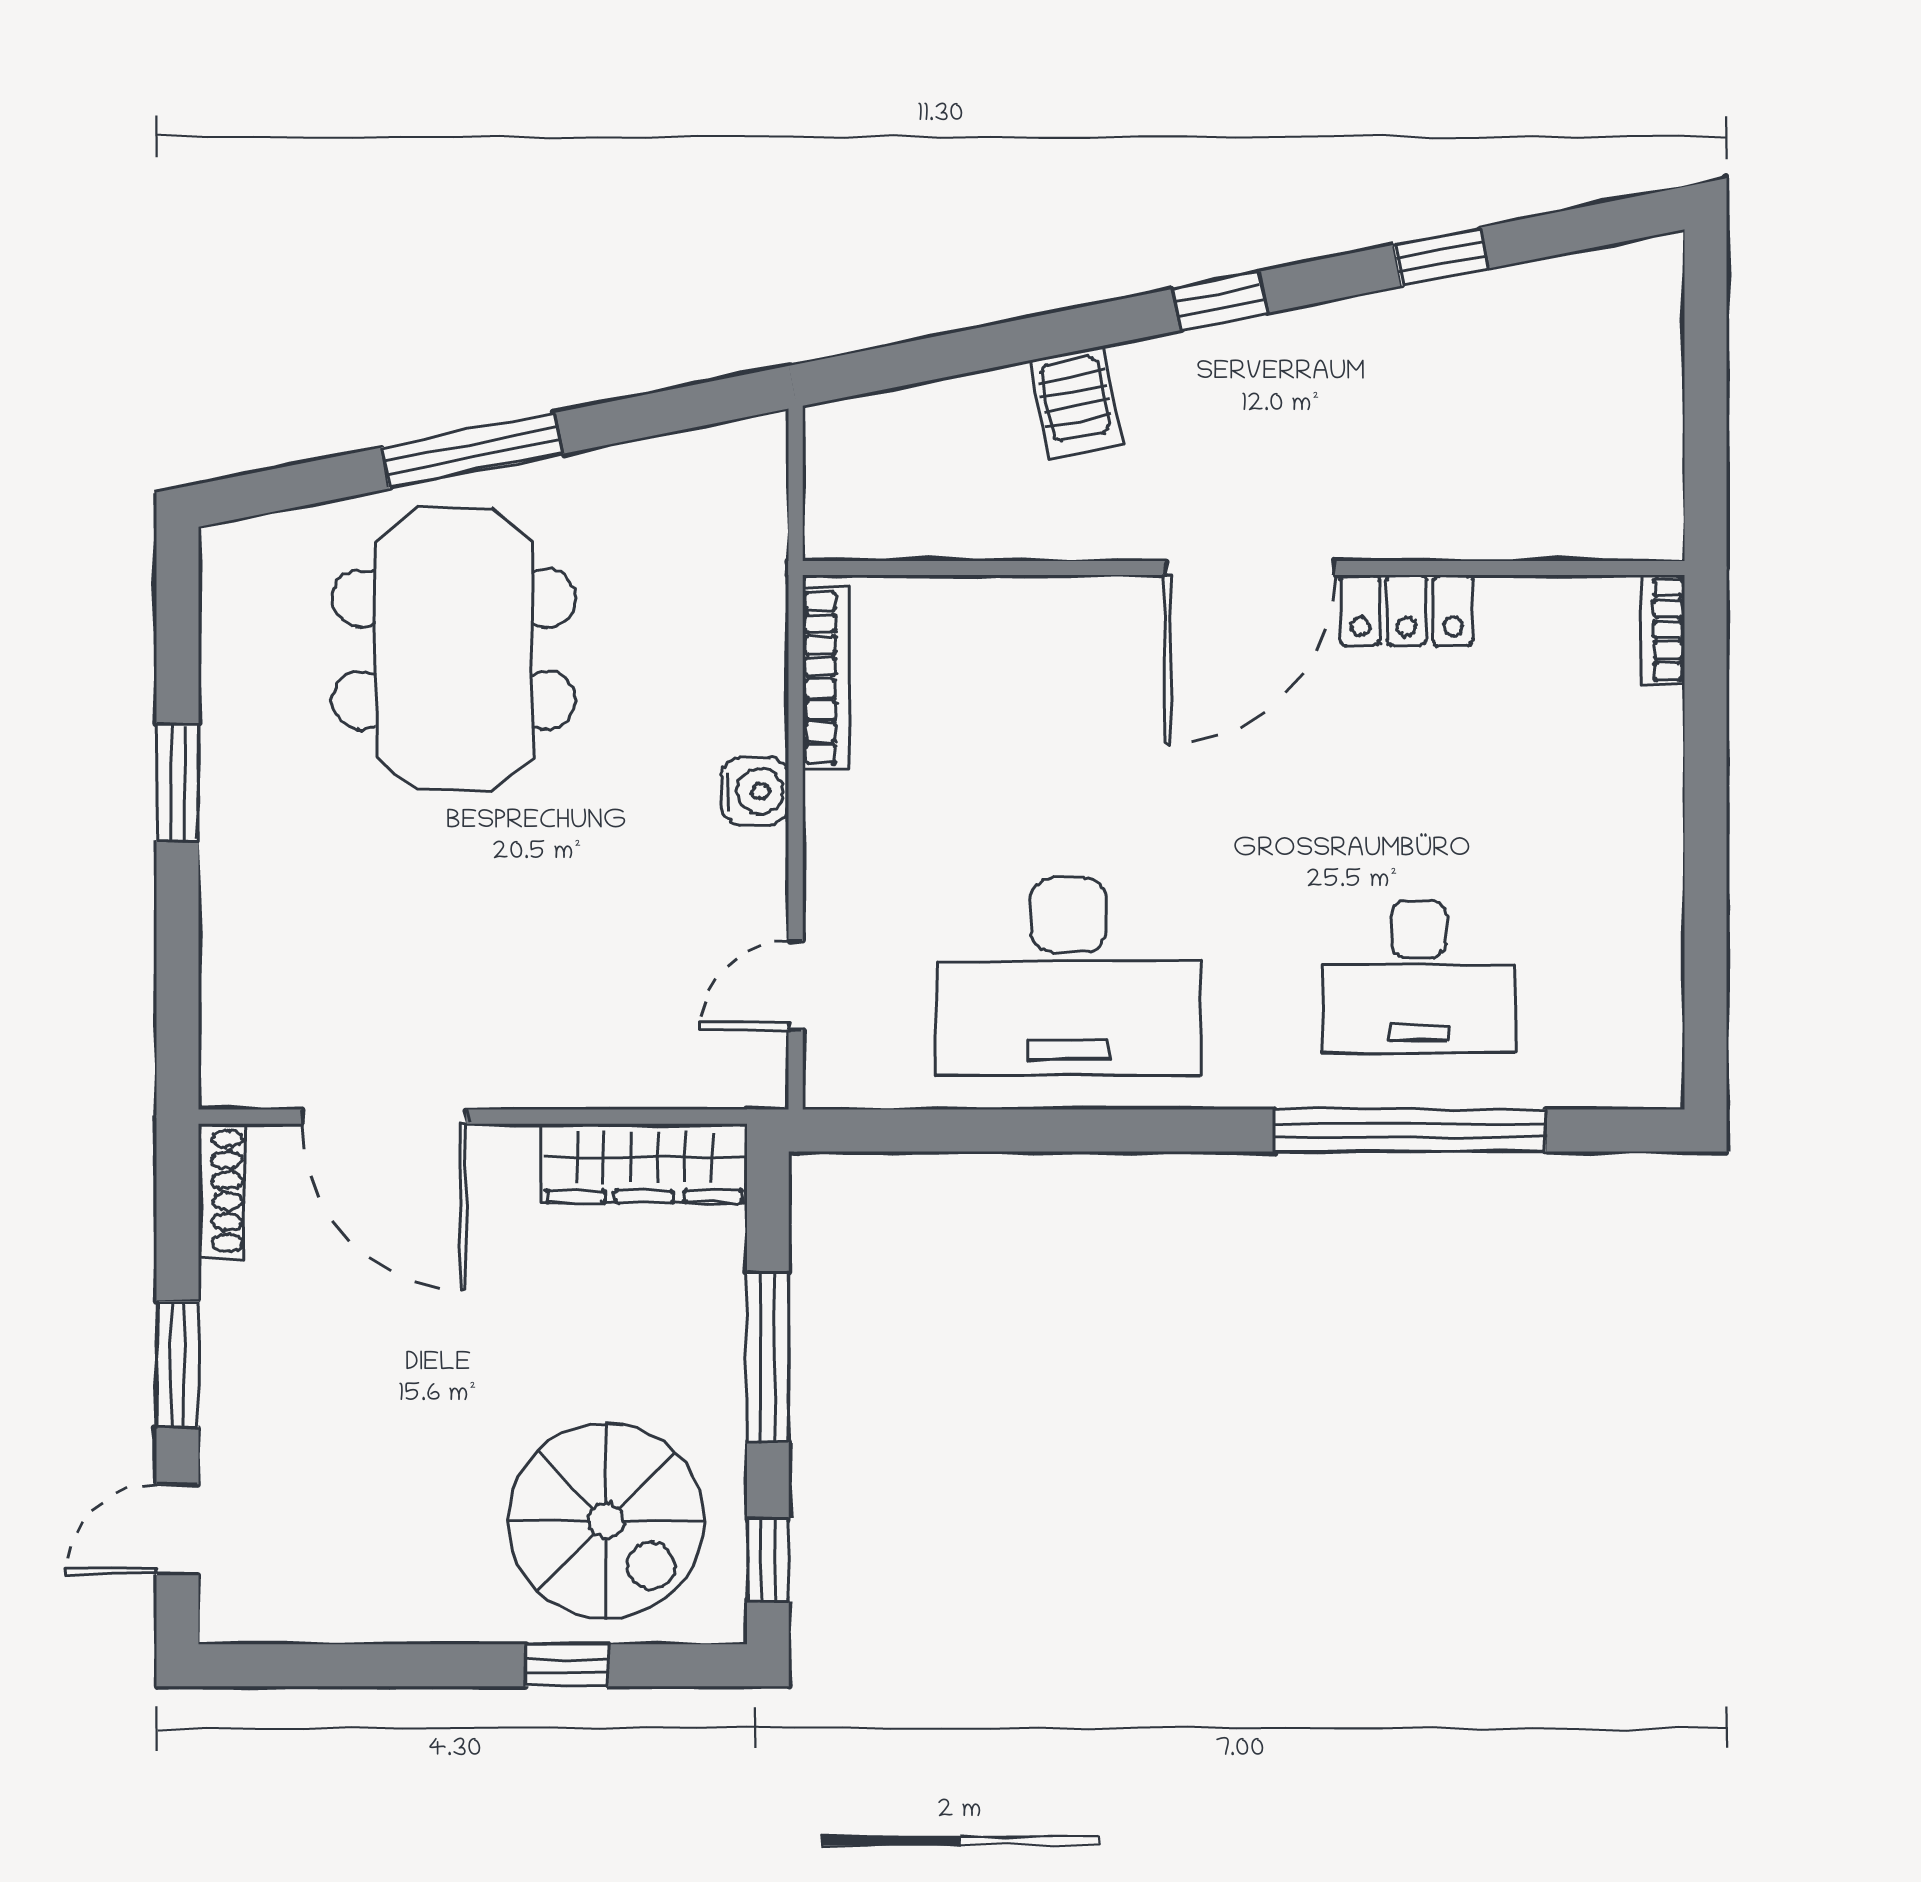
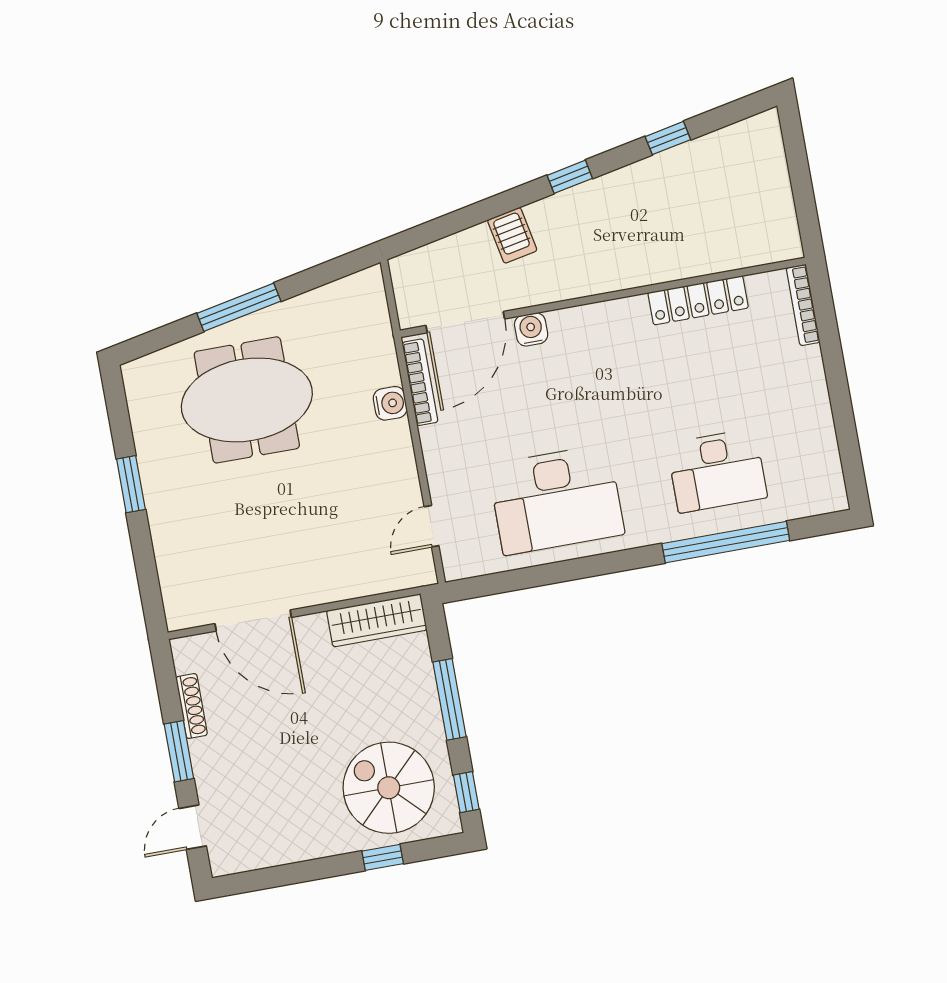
door: (1249, 568) -> (465, 322), moved
water cooler: (1080, 608) -> (531, 329), added
locker: (1407, 610) -> (698, 300), width x1.53
bookcase: (1663, 629) -> (803, 305), width x1.56
meeting table: (454, 649) -> (247, 400), turned 90
water cooler: (755, 791) -> (390, 403), moved
shoe rack: (221, 1191) -> (192, 706), moved
spiral stairs: (606, 1521) -> (389, 788), turned 180

